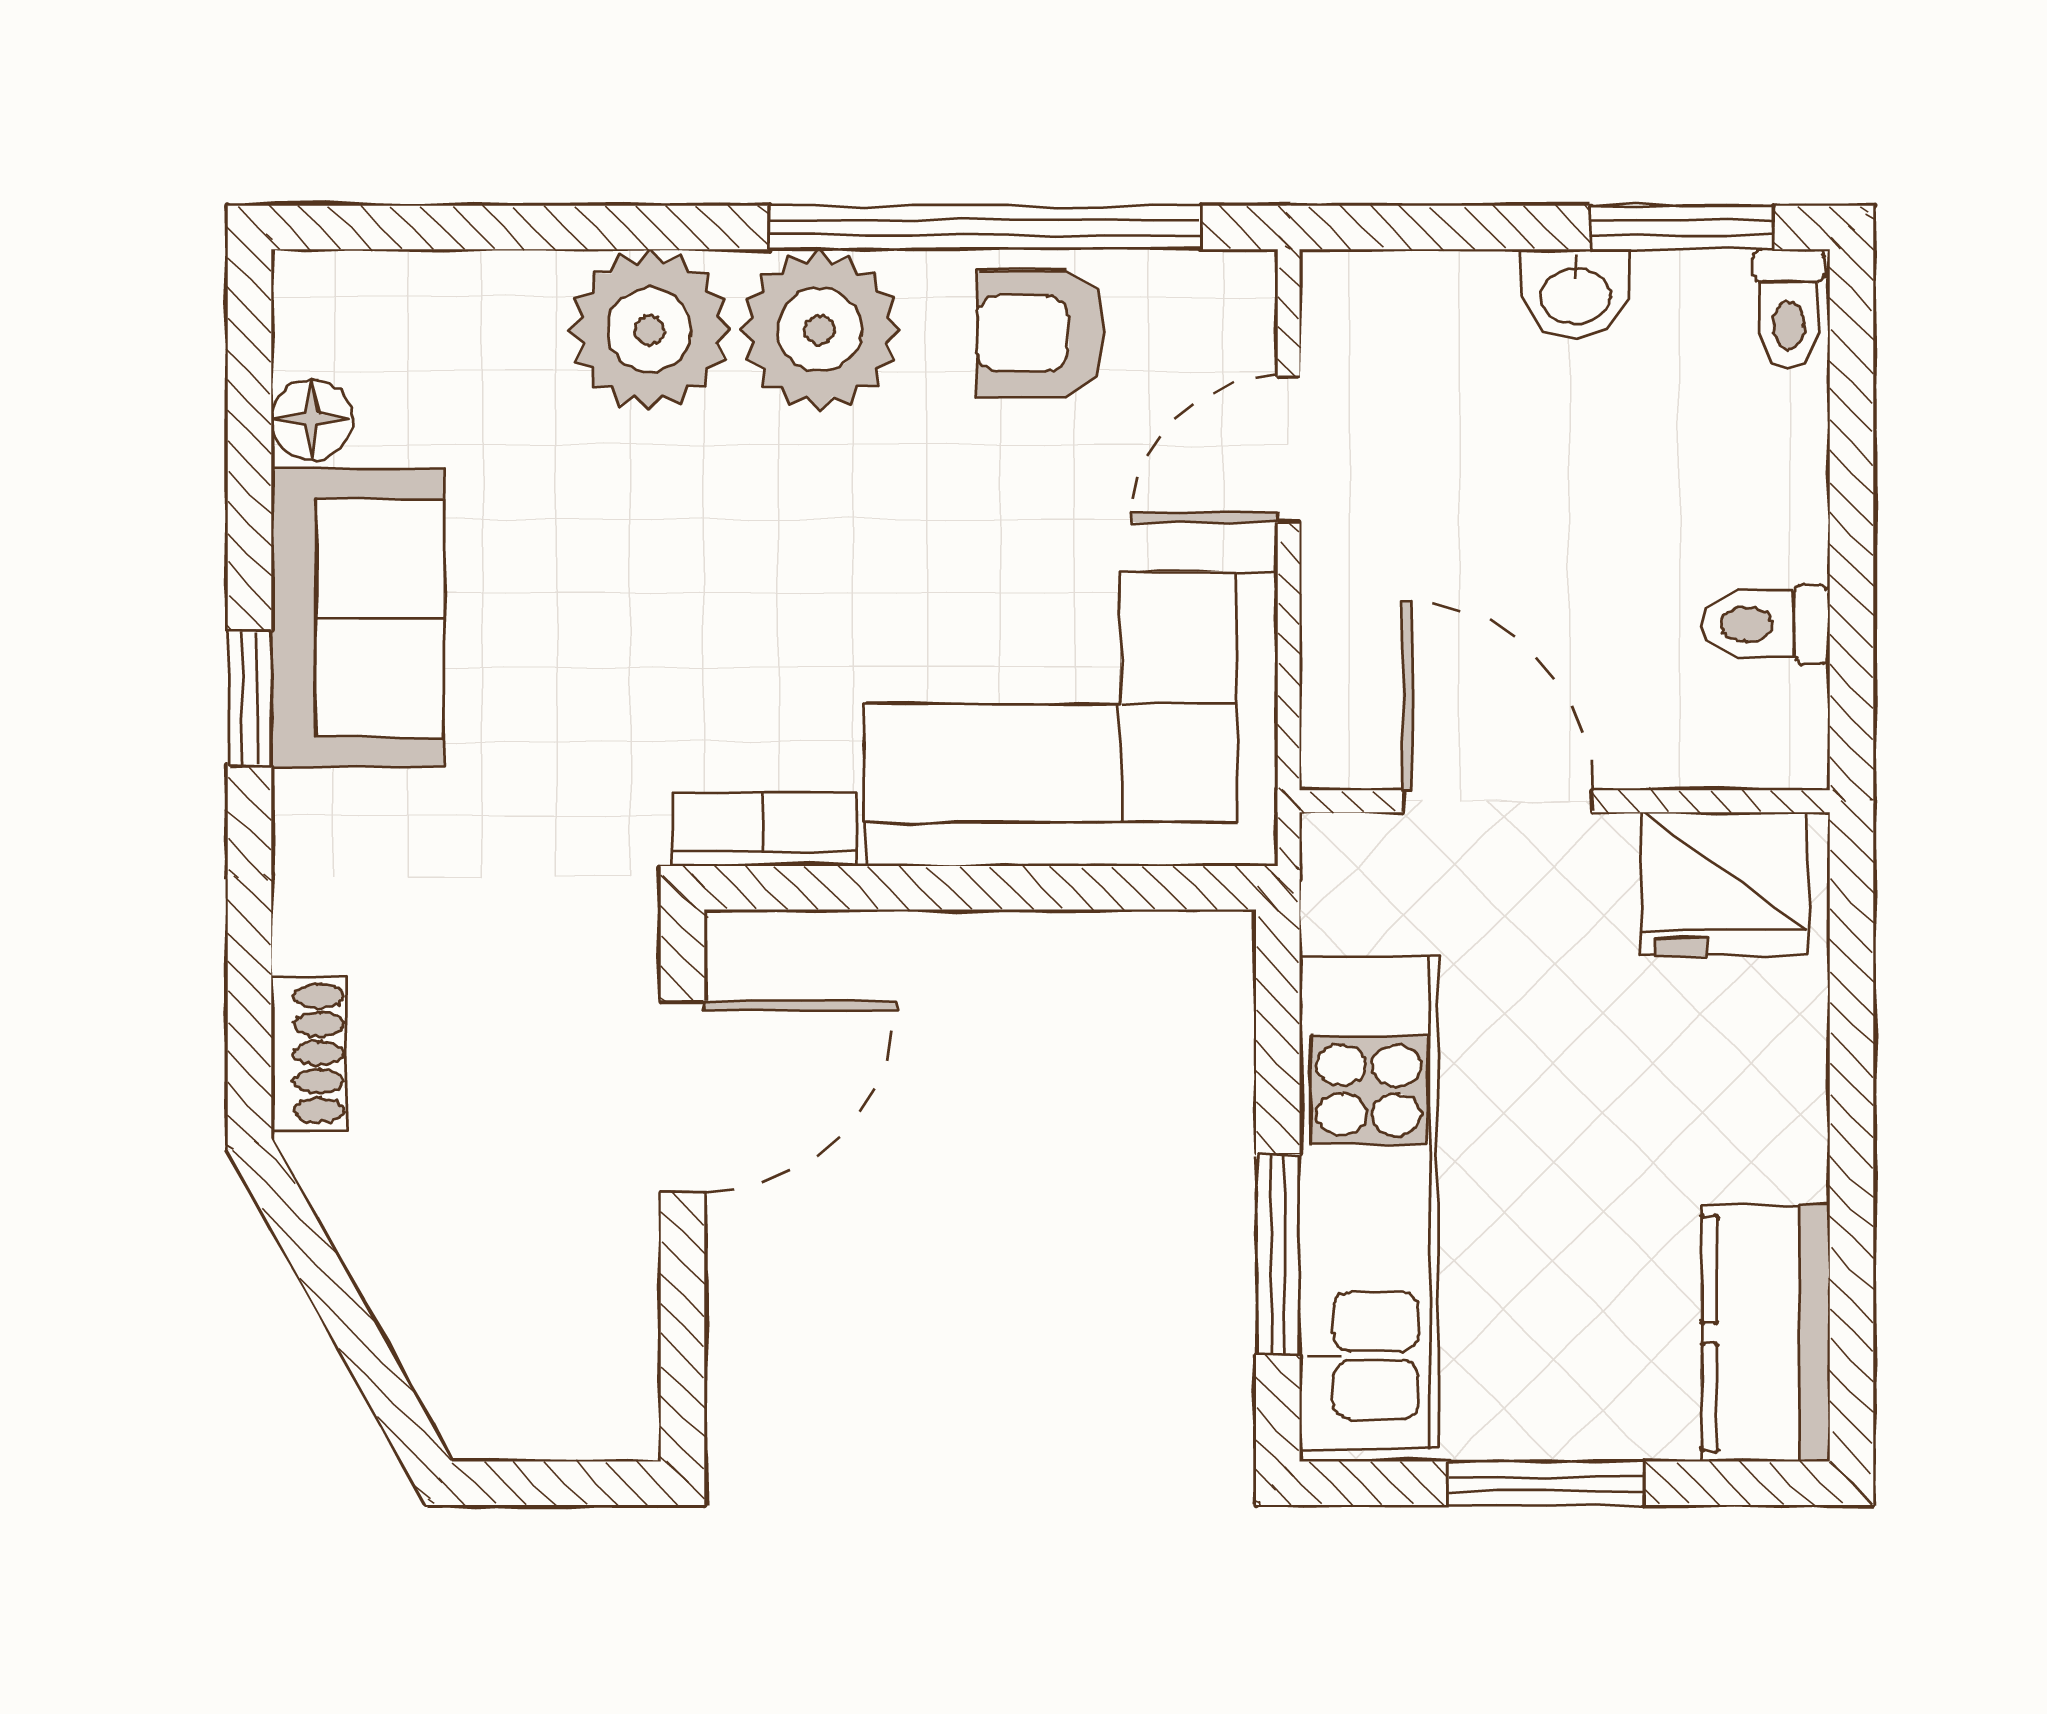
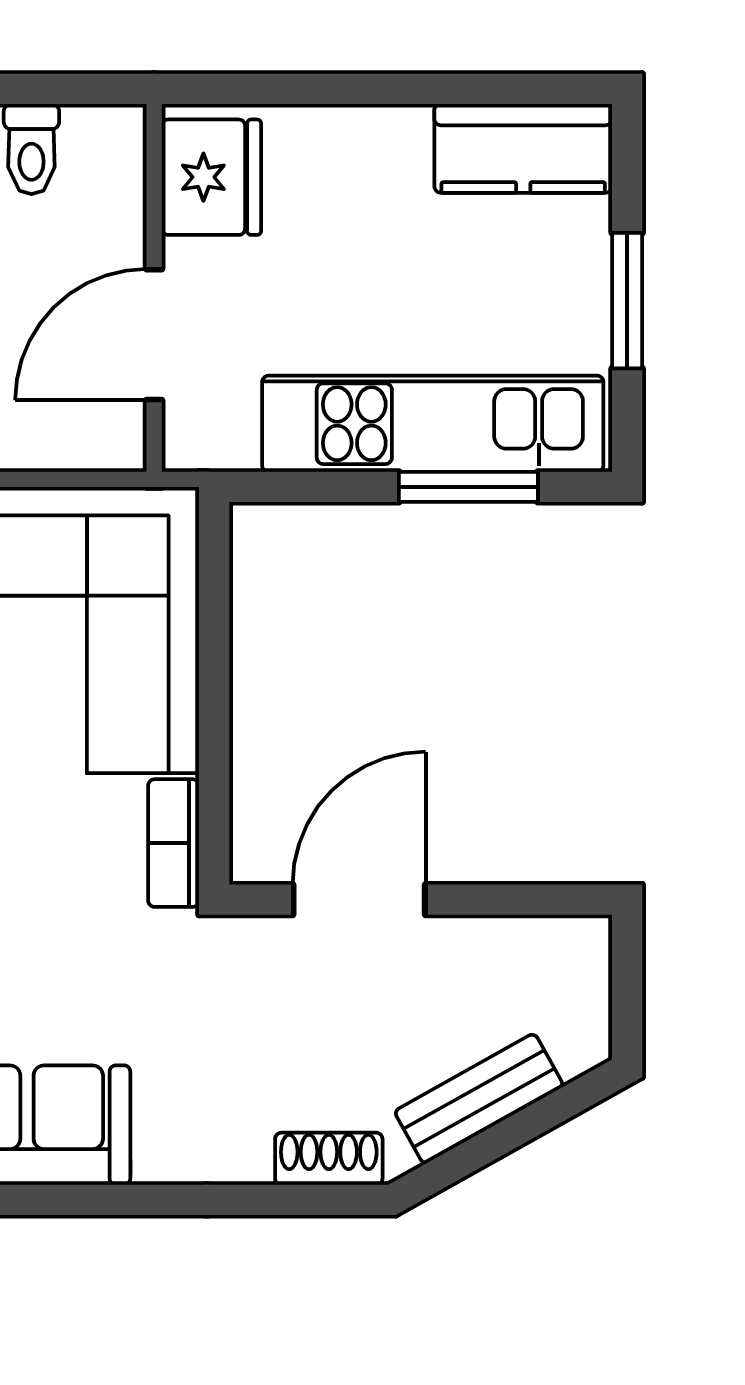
window: (250, 698) -> (83, 1200), removed
door: (682, 1097) -> (359, 900), hinge flipped
bench: (395, 1270) -> (479, 1099), added

